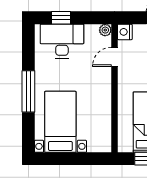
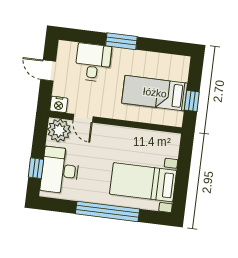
plant: (105, 30) -> (59, 130), width x1.87, depth x1.87
window: (28, 91) -> (108, 211), width x1.46

